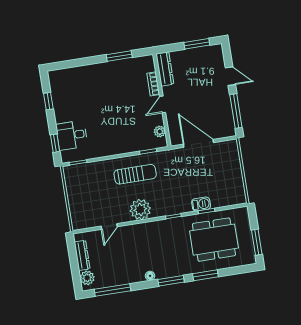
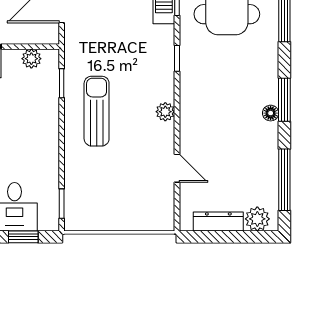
plant: (140, 210) -> (165, 112), width x0.53, depth x0.53
window: (171, 281) -> (284, 100), moved

